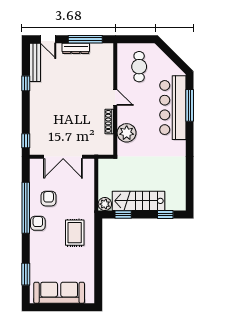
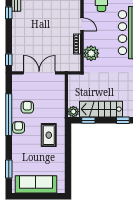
double door: (63, 157) -> (39, 73), swing flipped

